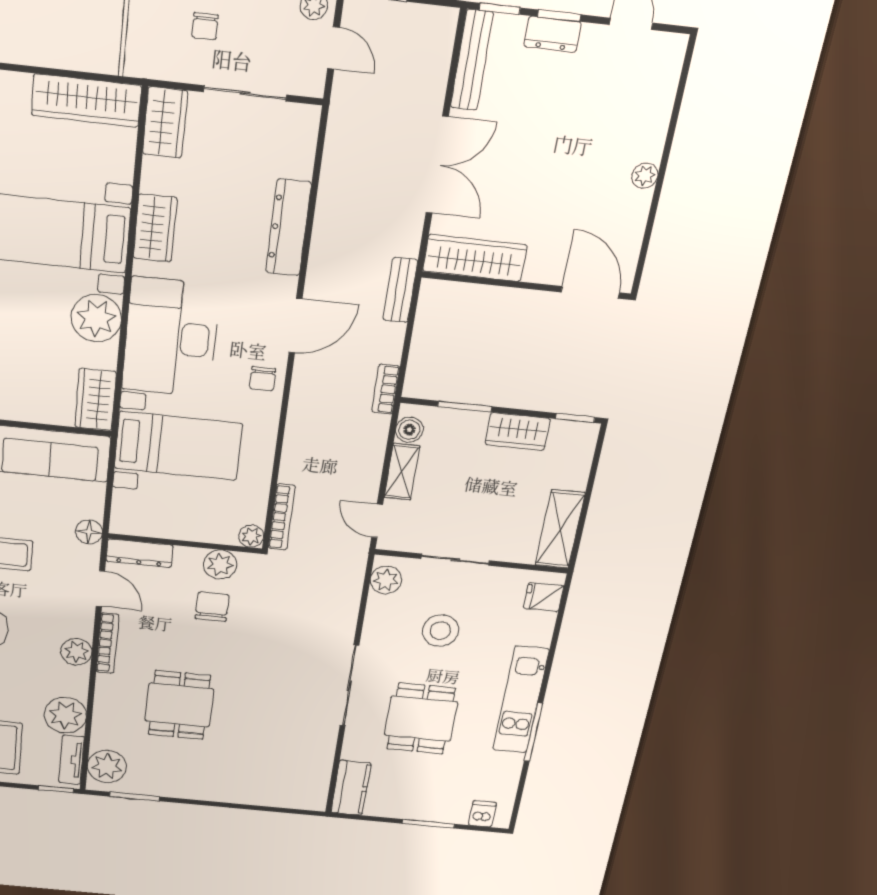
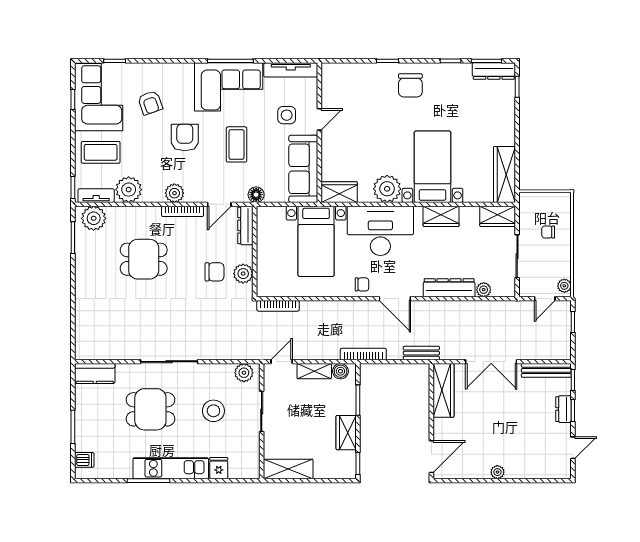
chair: (263, 379) -> (362, 284), turned 180
bookcase: (386, 389) -> (363, 354), width x1.56
plant: (251, 536) -> (484, 290), moved
fridge: (544, 597) -> (219, 468), moved

